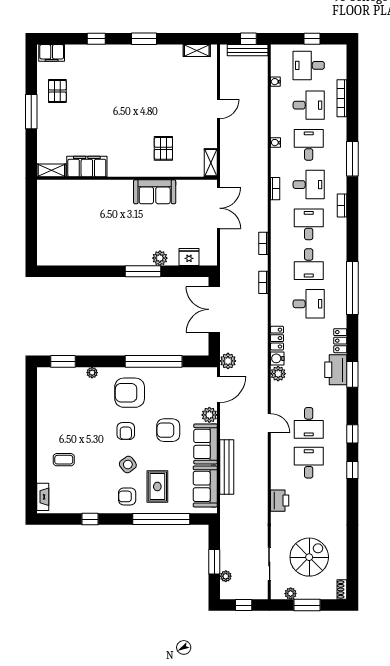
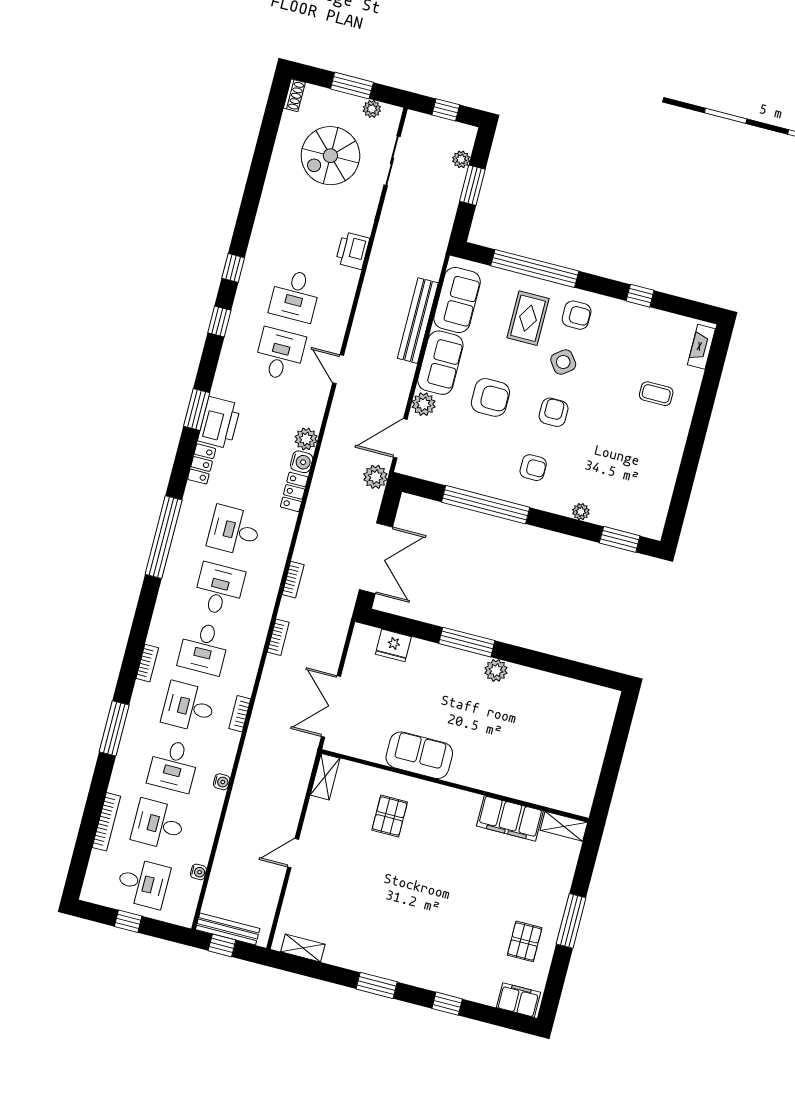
plant: (160, 258) -> (496, 670), moved
armchair: (130, 393) -> (533, 468), width x0.53, depth x0.53

